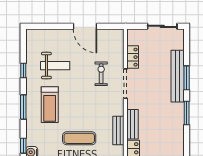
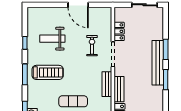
weight bench: (55, 66) -> (52, 39), turned 180
bench: (178, 76) -> (158, 63), moved
treadmill: (50, 105) -> (48, 72), turned -90
bench: (118, 130) -> (107, 84), moved

